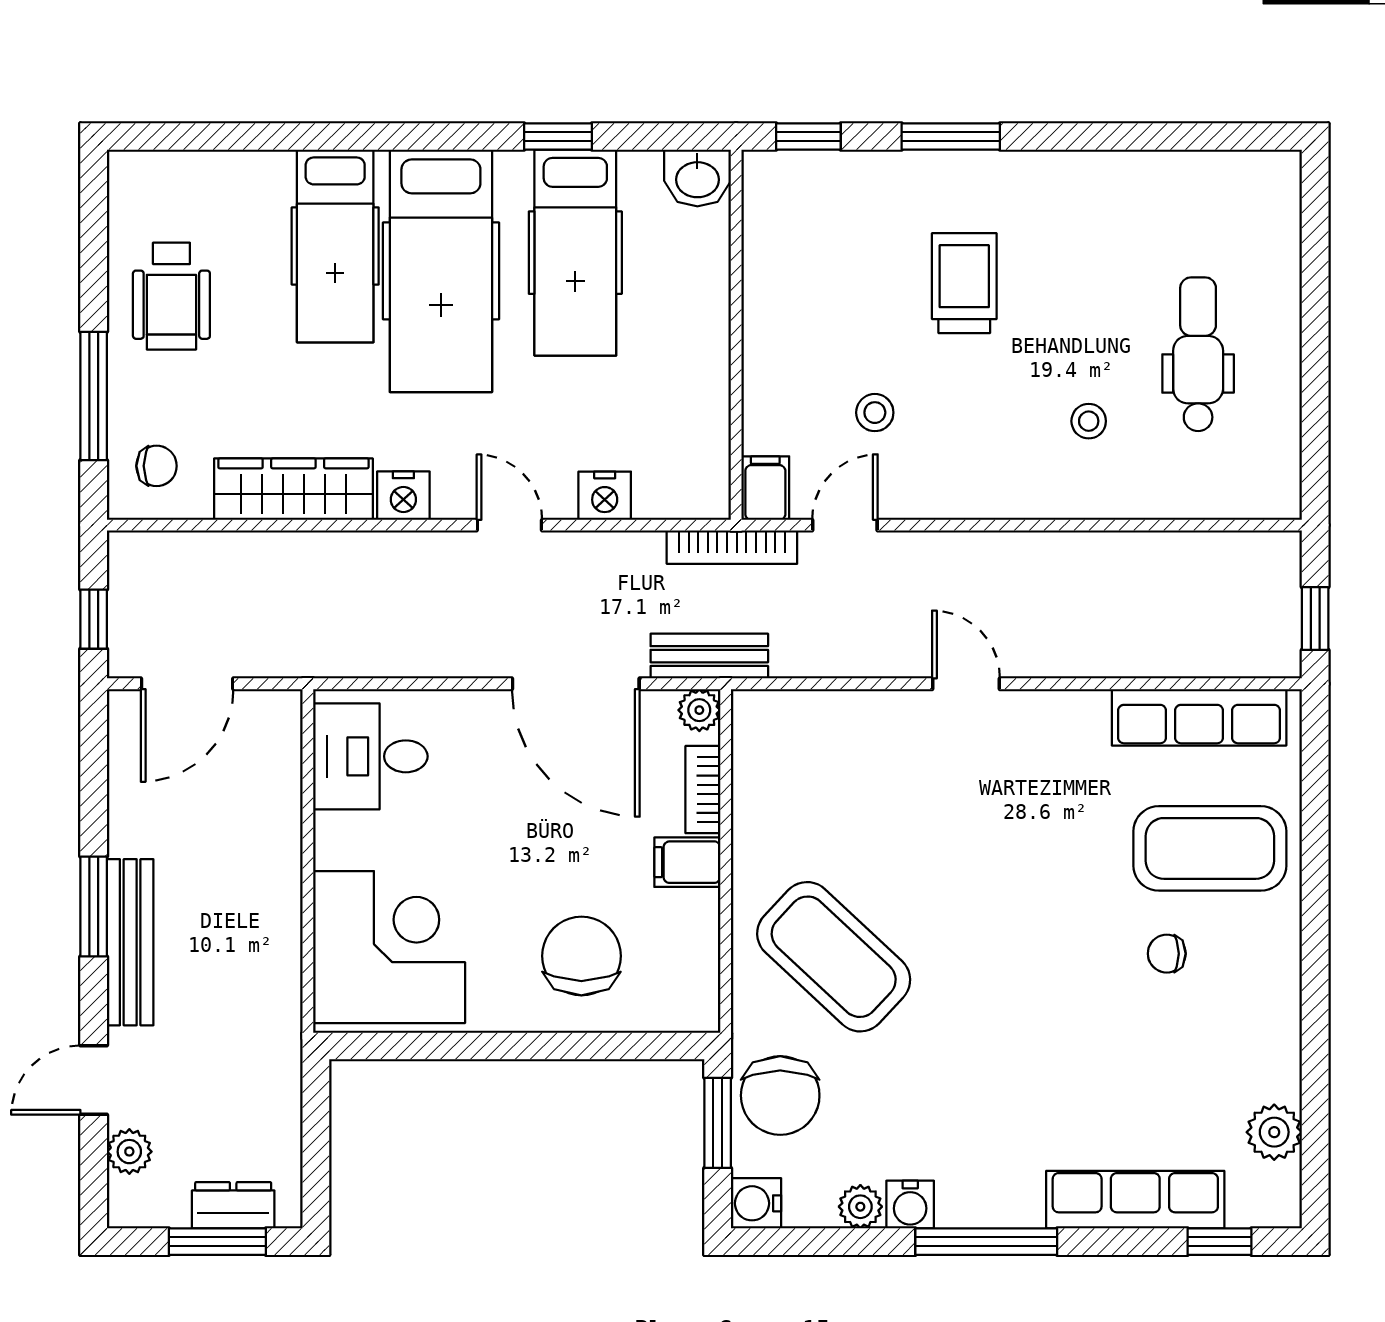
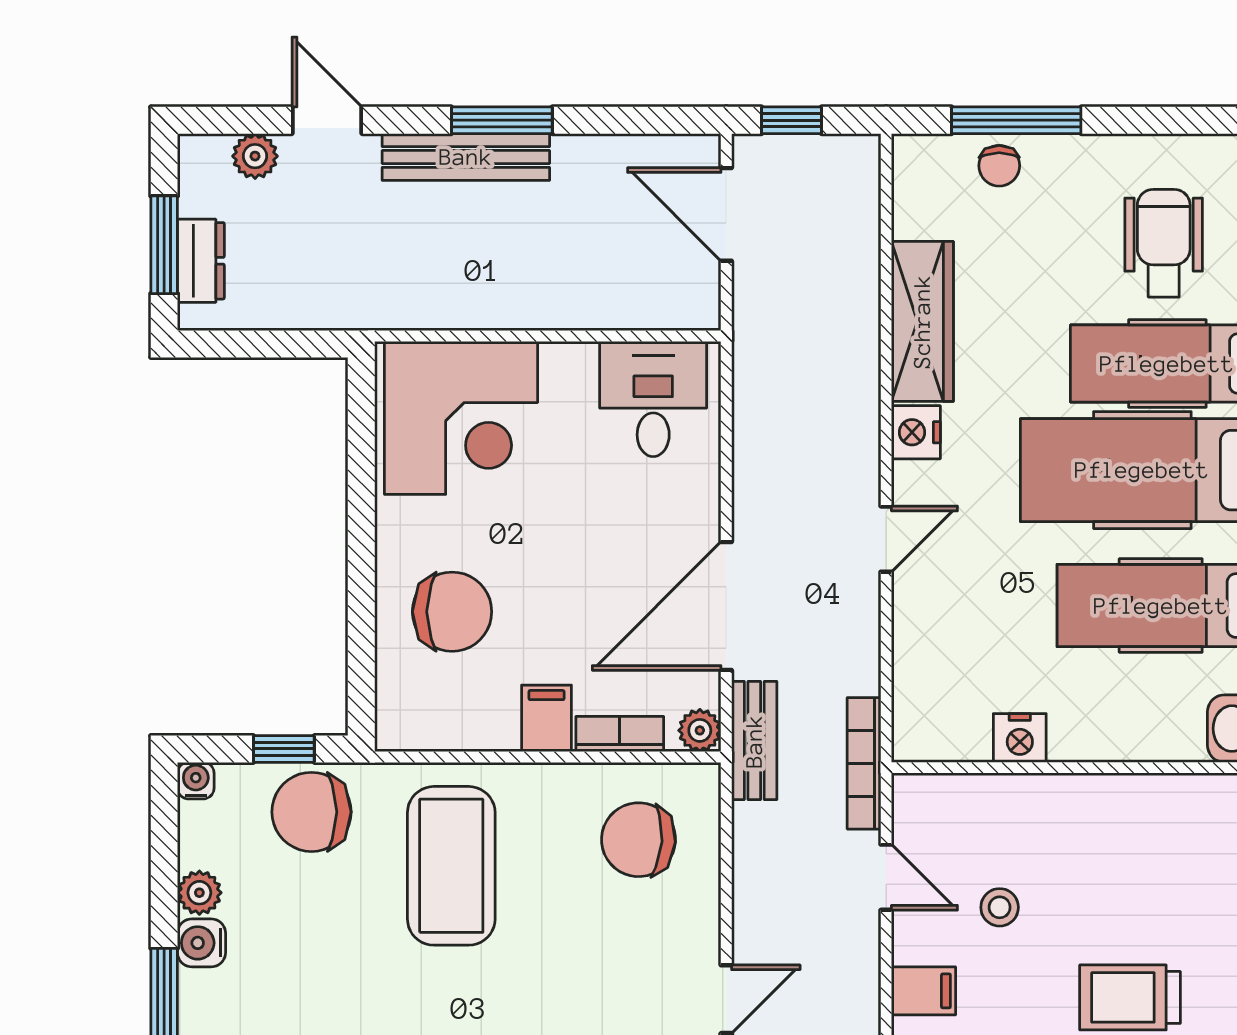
trolley: (964, 283) -> (1130, 997), turned 180
wheelchair: (171, 296) -> (1164, 243), moved, turned 90
chair: (157, 466) -> (999, 166), moved
filing cabinet: (765, 488) -> (924, 991), moved
nightstand: (605, 496) -> (1020, 738), moved, turned -90
chair: (808, 771) -> (638, 840), added
coffee table: (834, 957) -> (451, 866), turned -43
window: (718, 1123) -> (284, 749), width x0.67
water cooler: (756, 1203) -> (196, 781), width x0.72, depth x0.72

